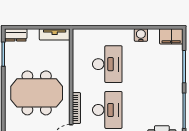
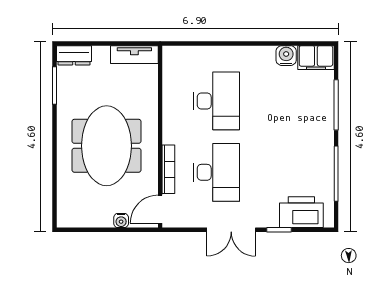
water cooler: (141, 35) -> (286, 56), moved
meeting table: (37, 93) -> (107, 146), turned 90

